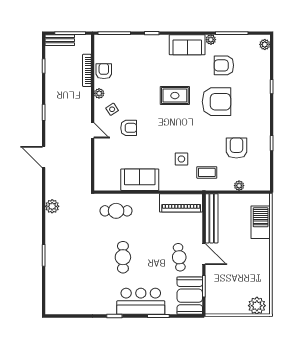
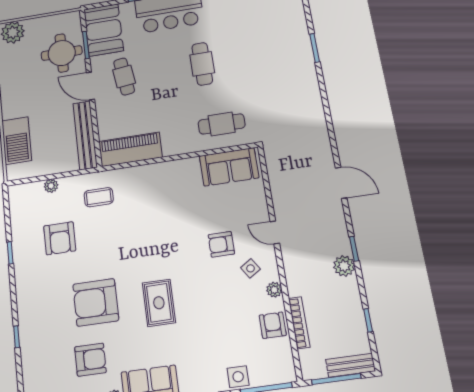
armchair: (104, 71) -> (273, 325), turned 180
rug: (175, 96) -> (159, 303), turned 90
side table: (181, 159) -> (238, 377), moved
sofa: (140, 180) -> (229, 167), moved
plant: (52, 206) -> (344, 266), moved
round table: (222, 283) -> (62, 53), added

